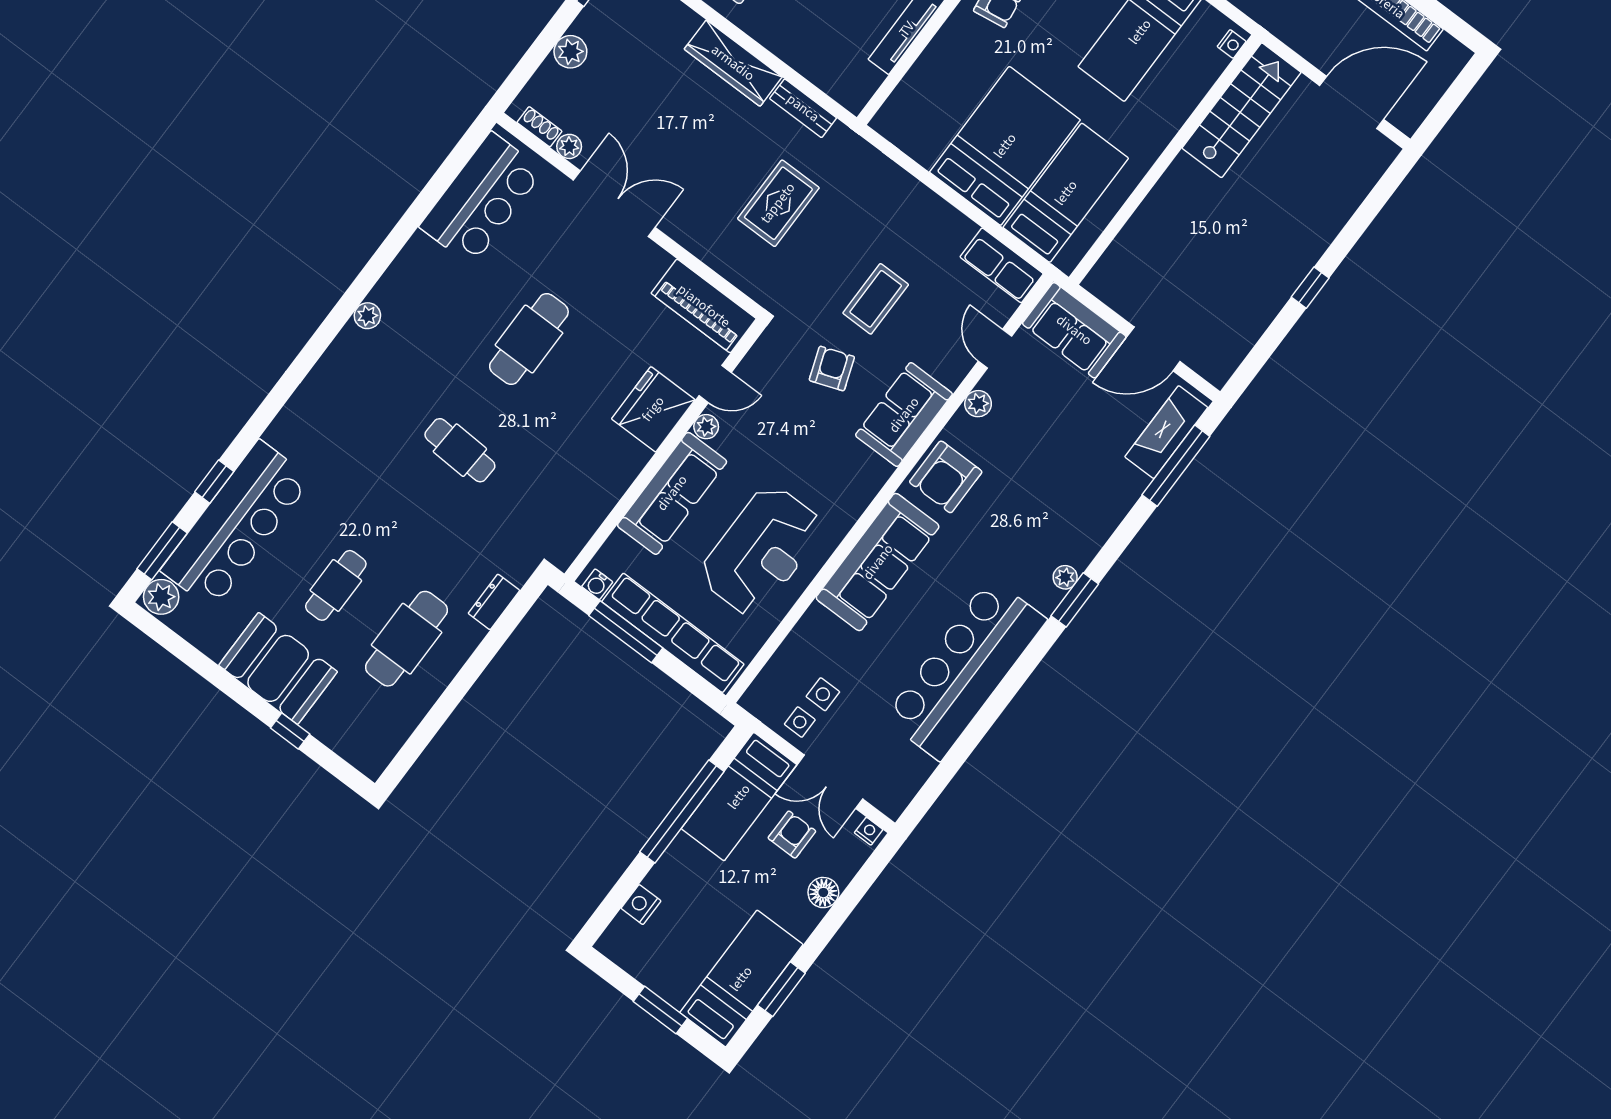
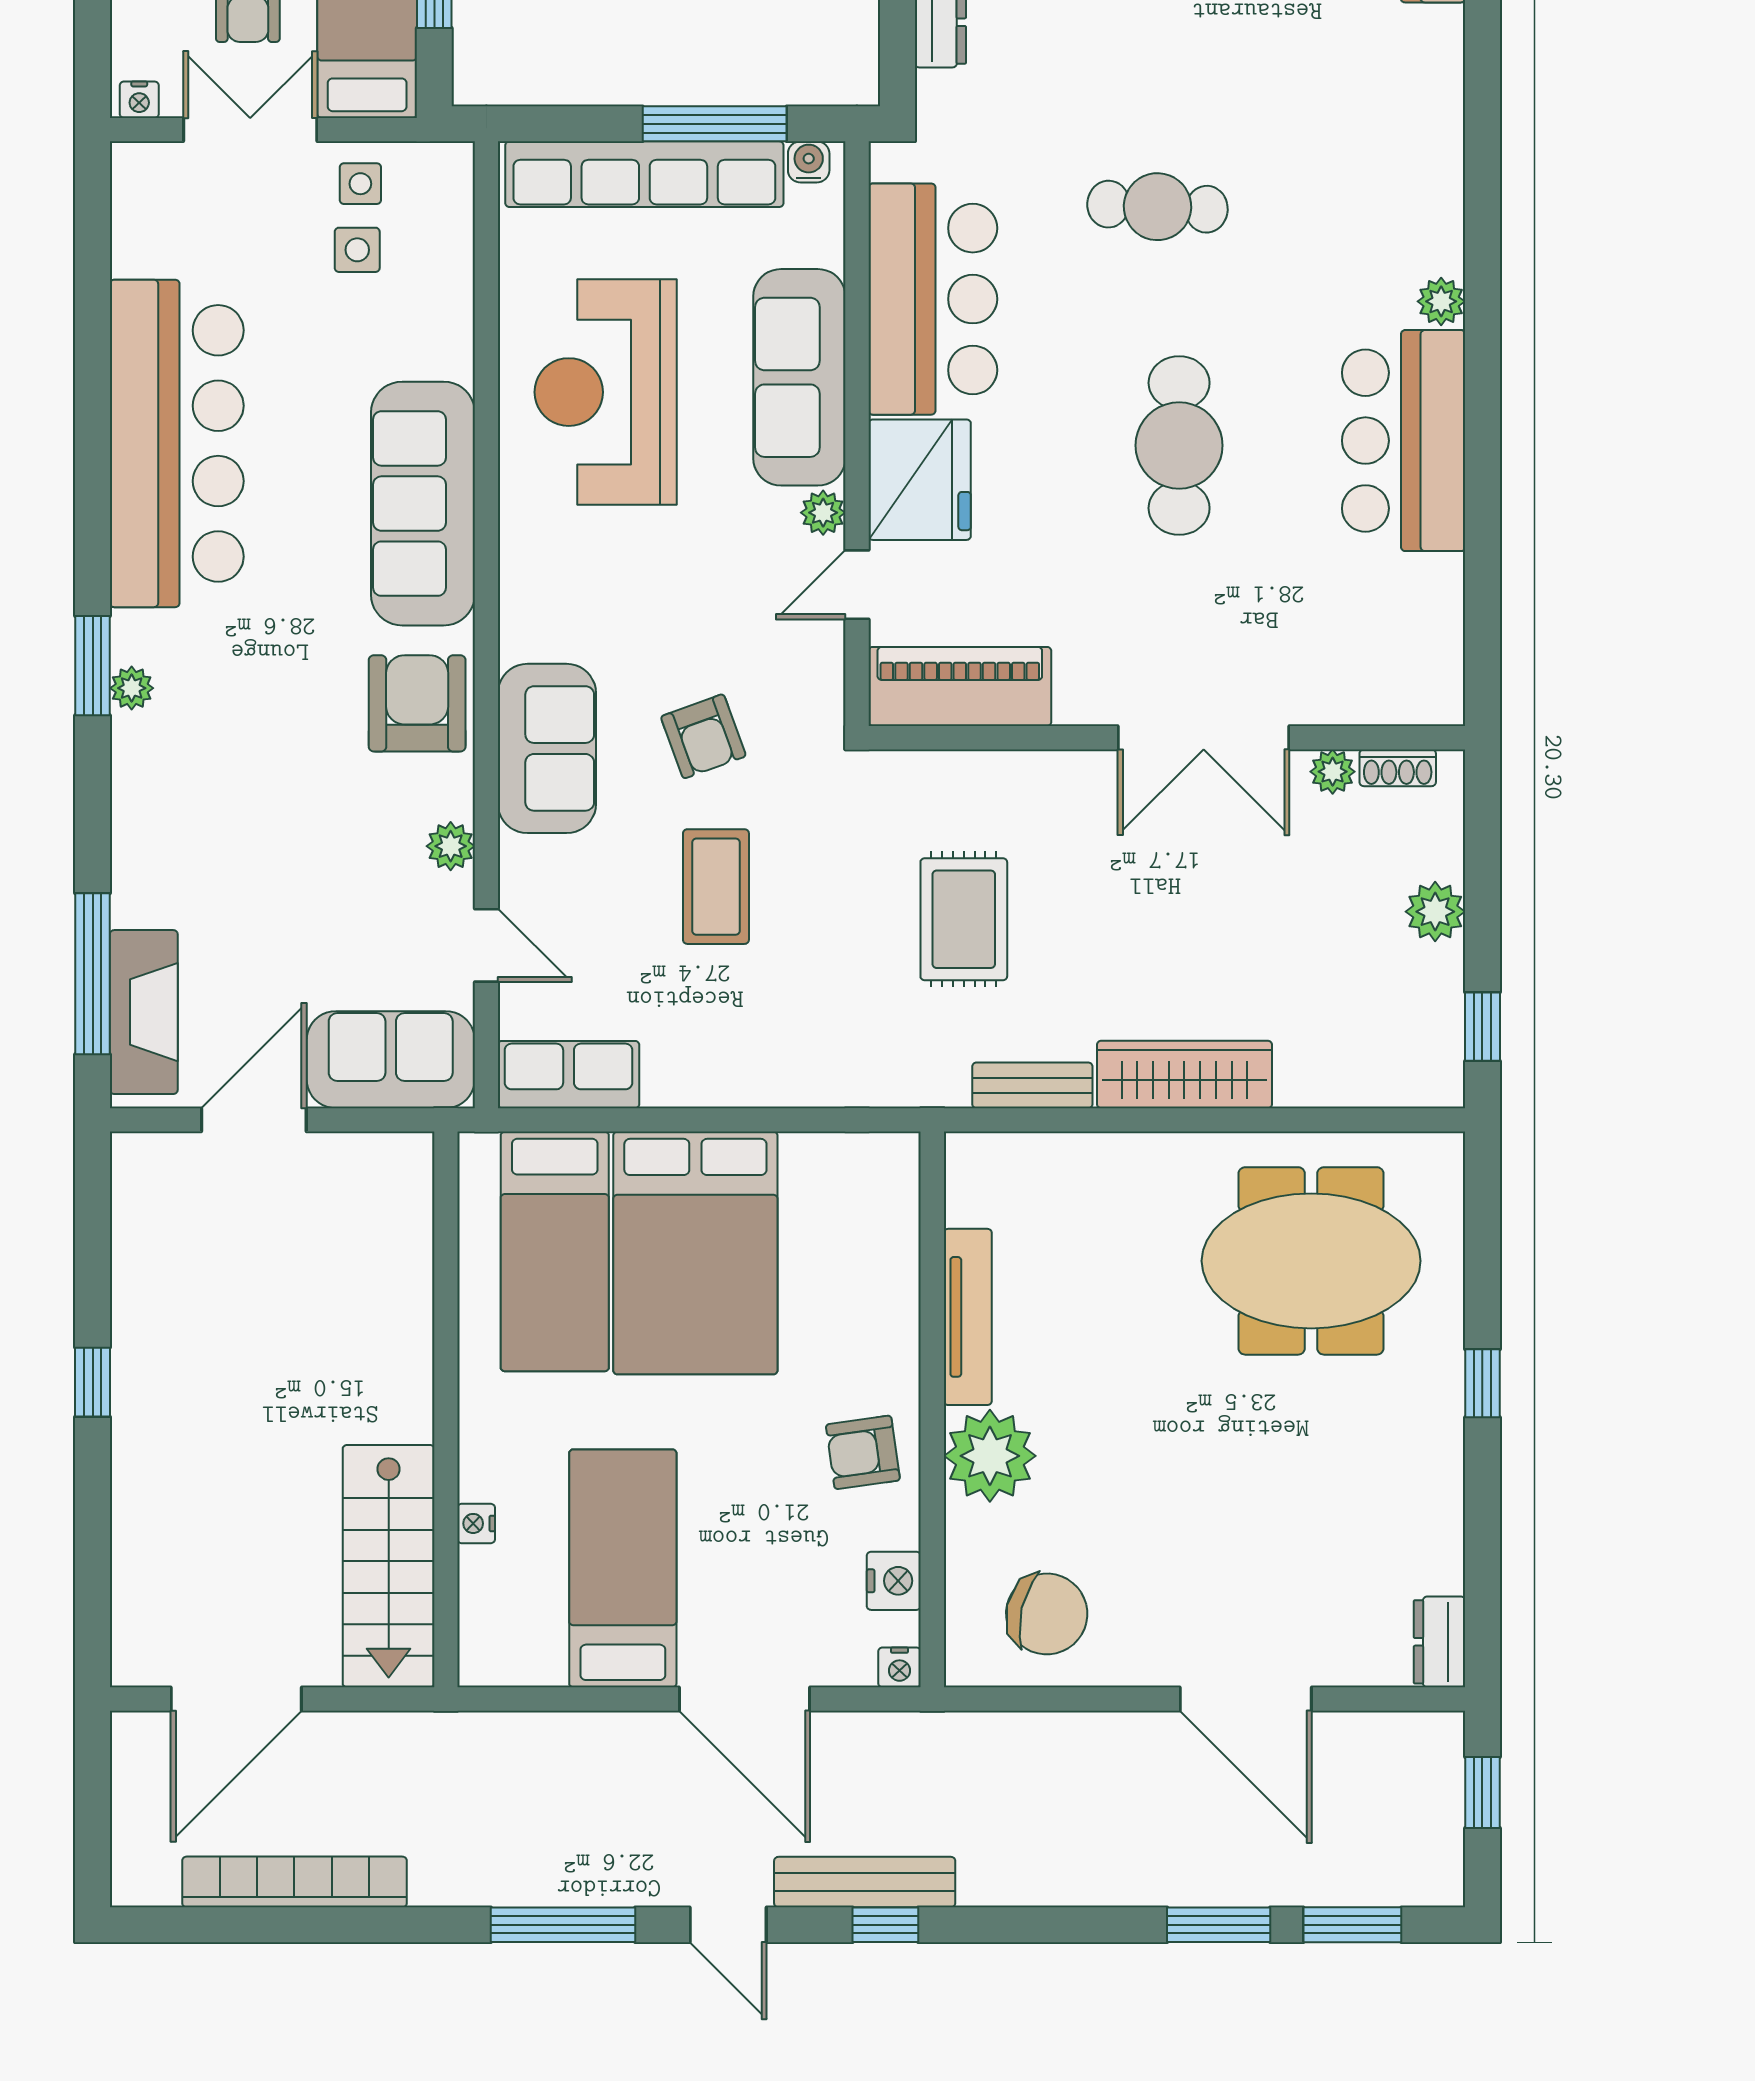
nightstand: (1232, 44) -> (476, 1523), moved
bar counter: (481, 199) -> (1404, 441), moved
bar counter: (588, 484) -> (933, 299), added

